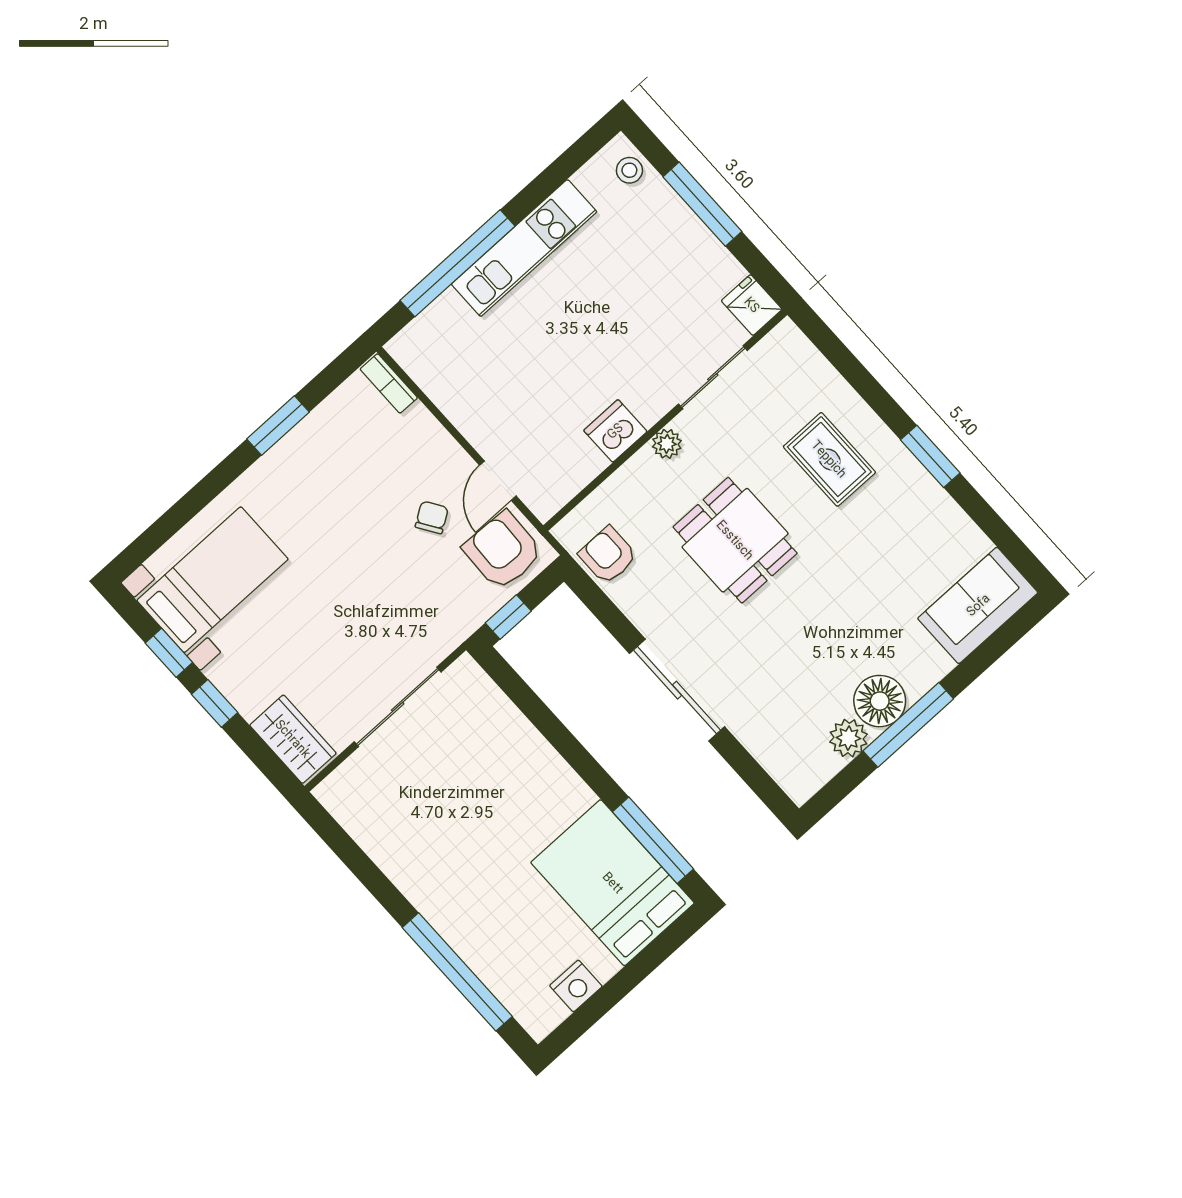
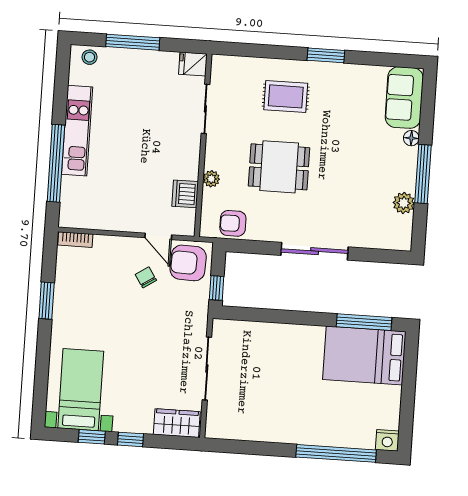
dishwasher: (615, 431) -> (185, 194), moved
plant: (667, 444) -> (211, 179), moved
floor lamp: (880, 701) -> (411, 138), moved, width x0.53, depth x0.53
nightstand: (576, 986) -> (387, 440), moved, turned 90

